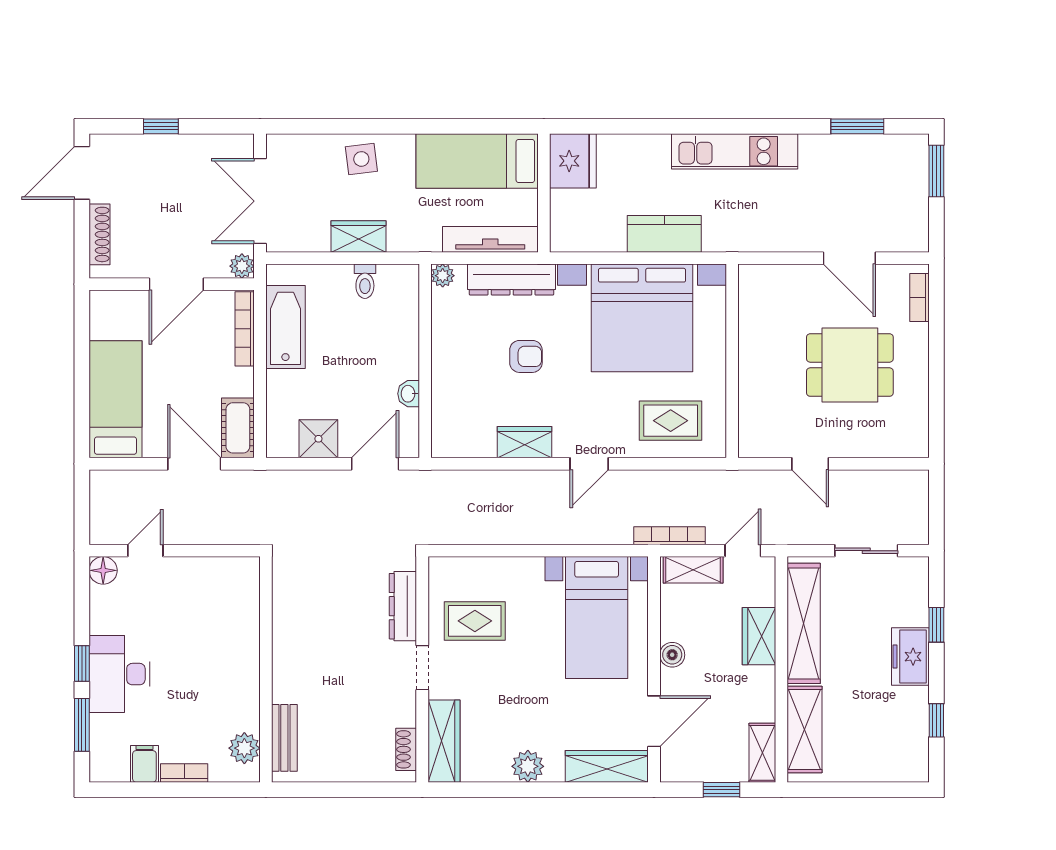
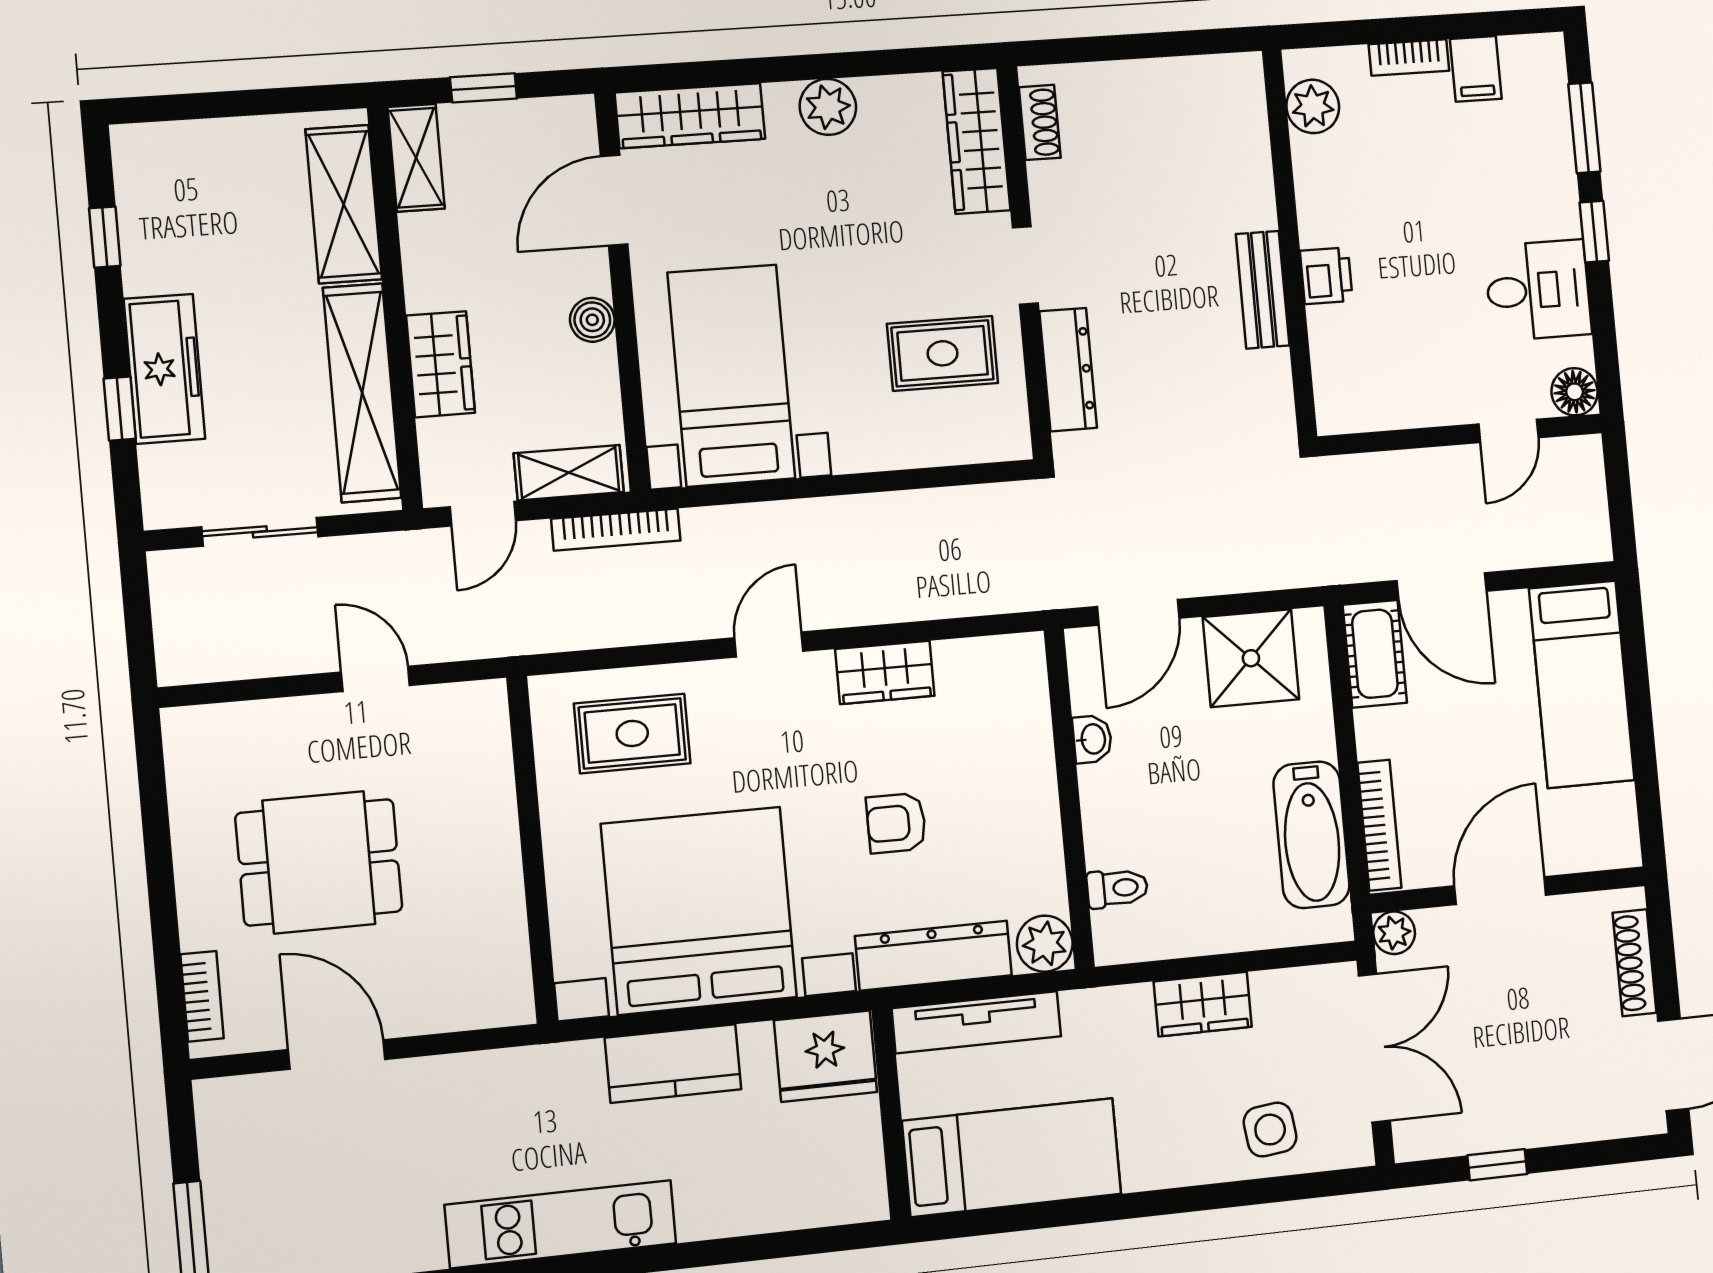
window: (161, 126) -> (1497, 1165), moved
side table: (361, 159) -> (1270, 1130), moved
fridge: (573, 161) -> (826, 1056), moved, turned -90
plant: (443, 276) -> (1045, 944), width x1.38, depth x1.38
toilet: (365, 281) -> (1117, 888), moved, turned 90
shower: (318, 439) -> (1251, 658), width x1.36, depth x1.36
printer: (246, 649) -> (1326, 276), added
freezer: (910, 657) -> (164, 369), width x1.40
desk: (119, 674) -> (1538, 290), moved, width x0.73
bench: (284, 738) -> (1263, 290), moved

